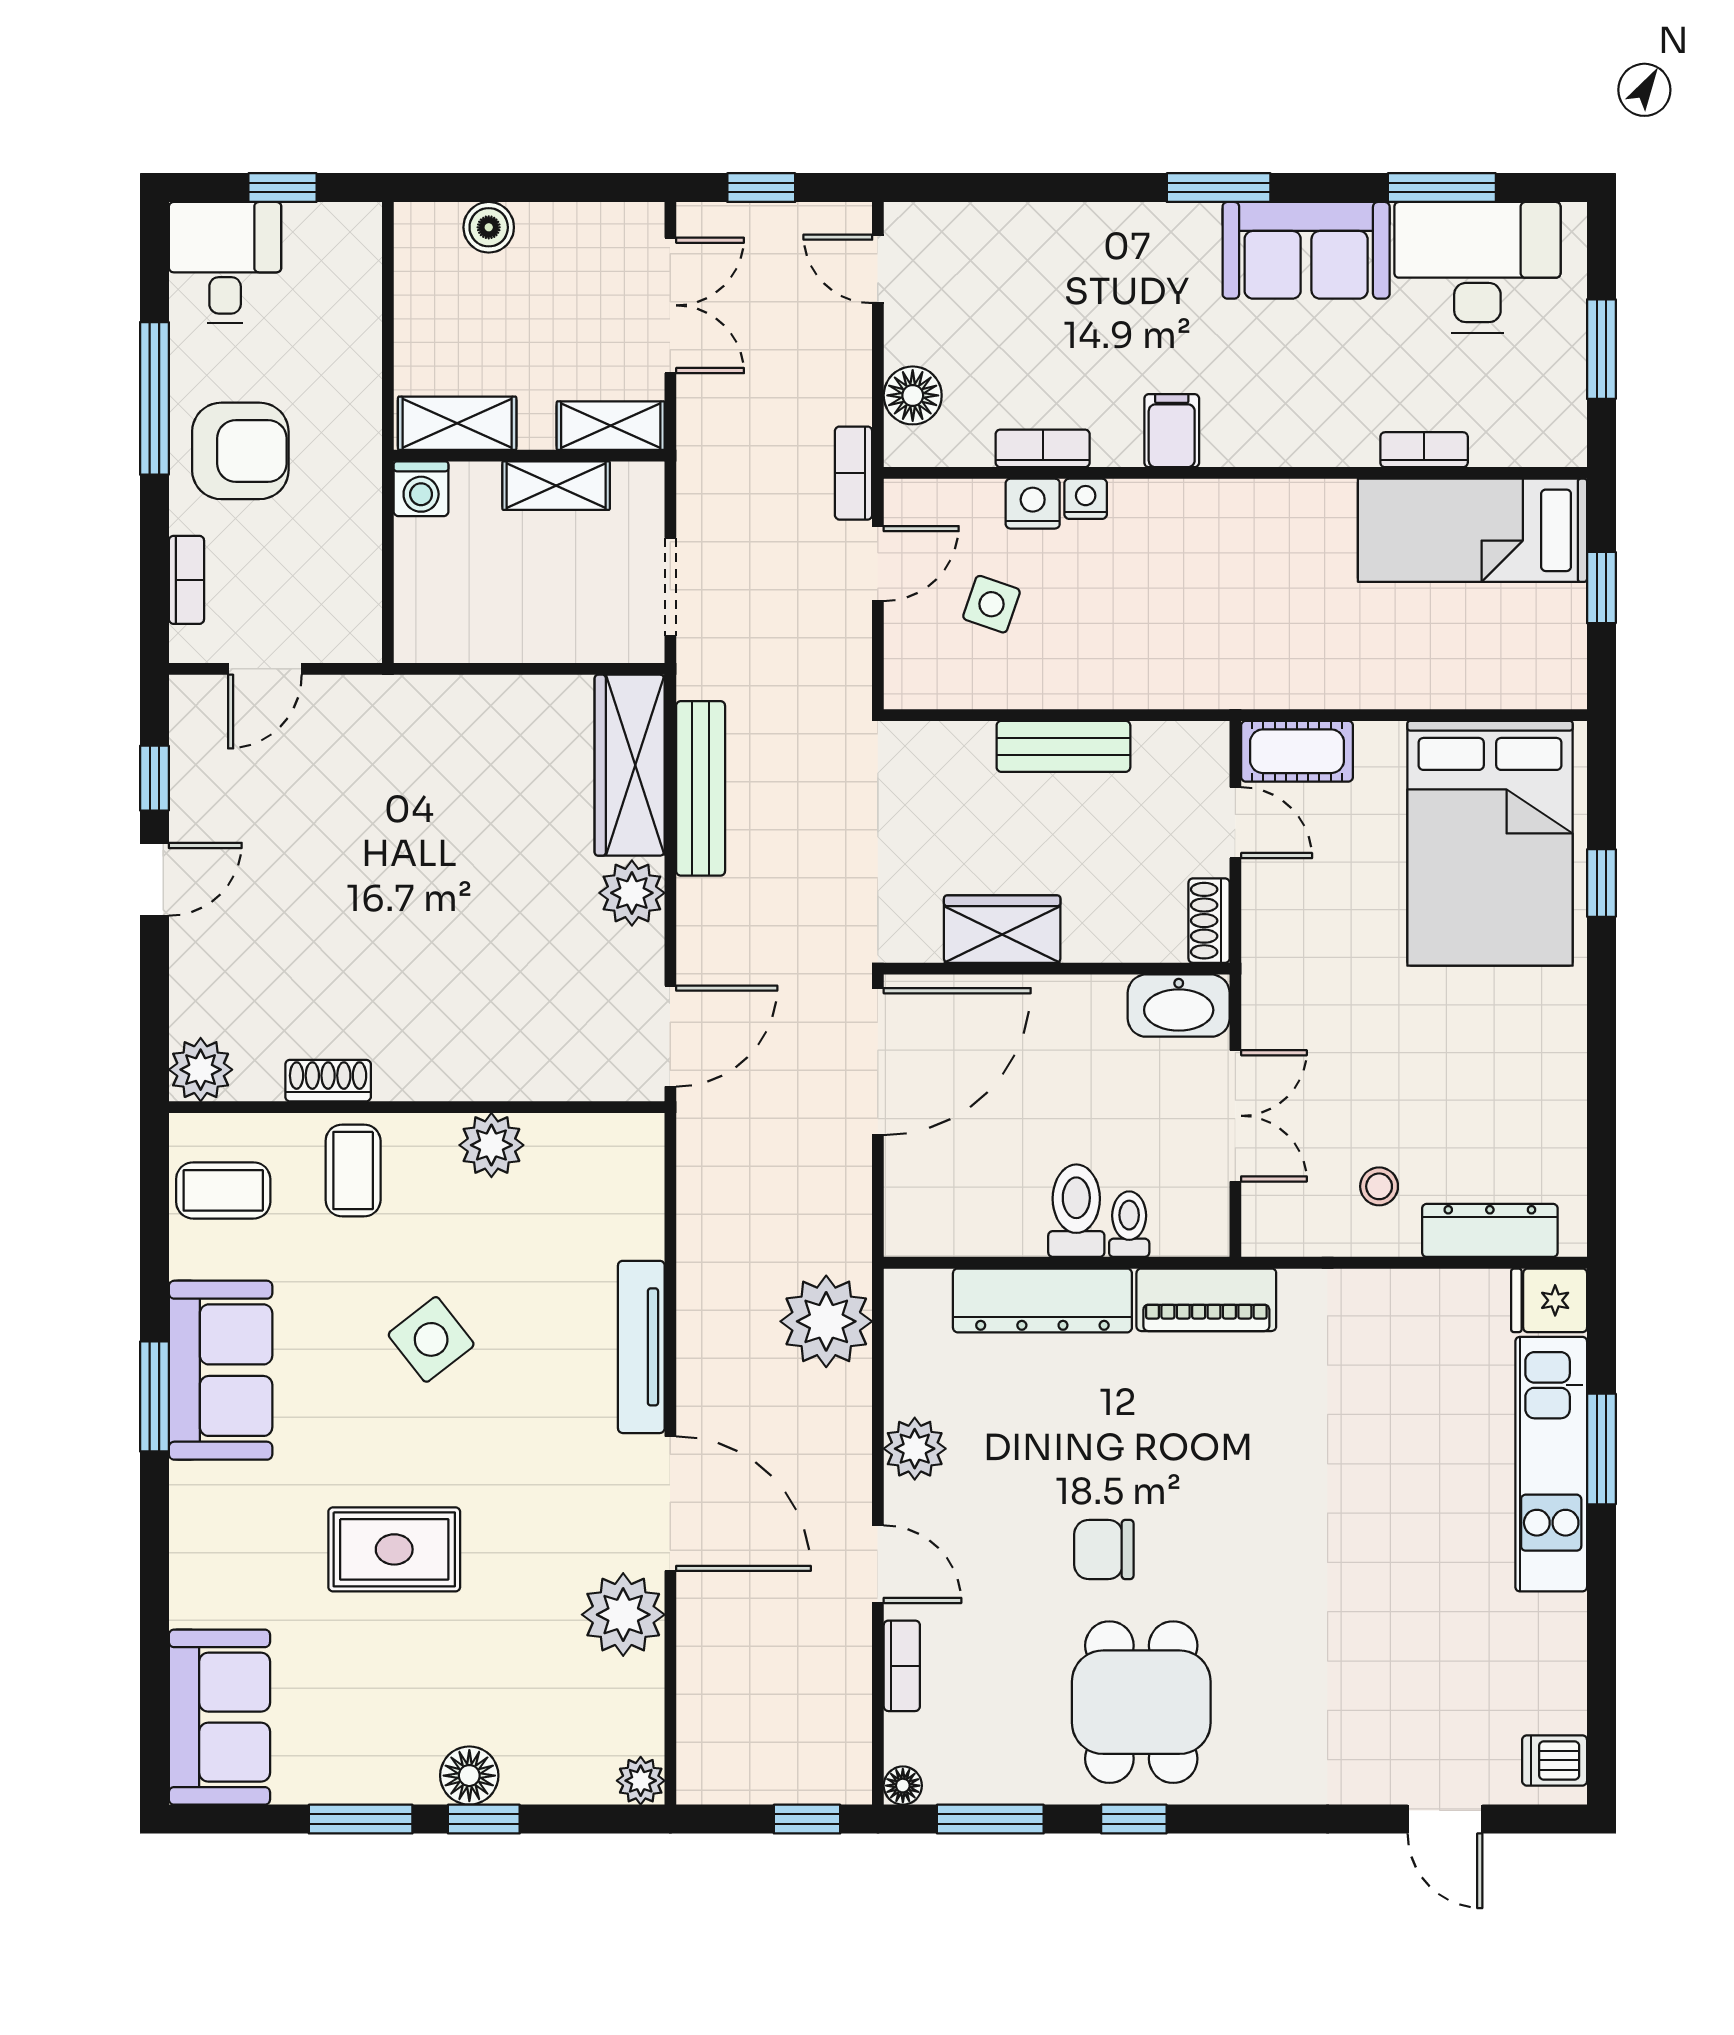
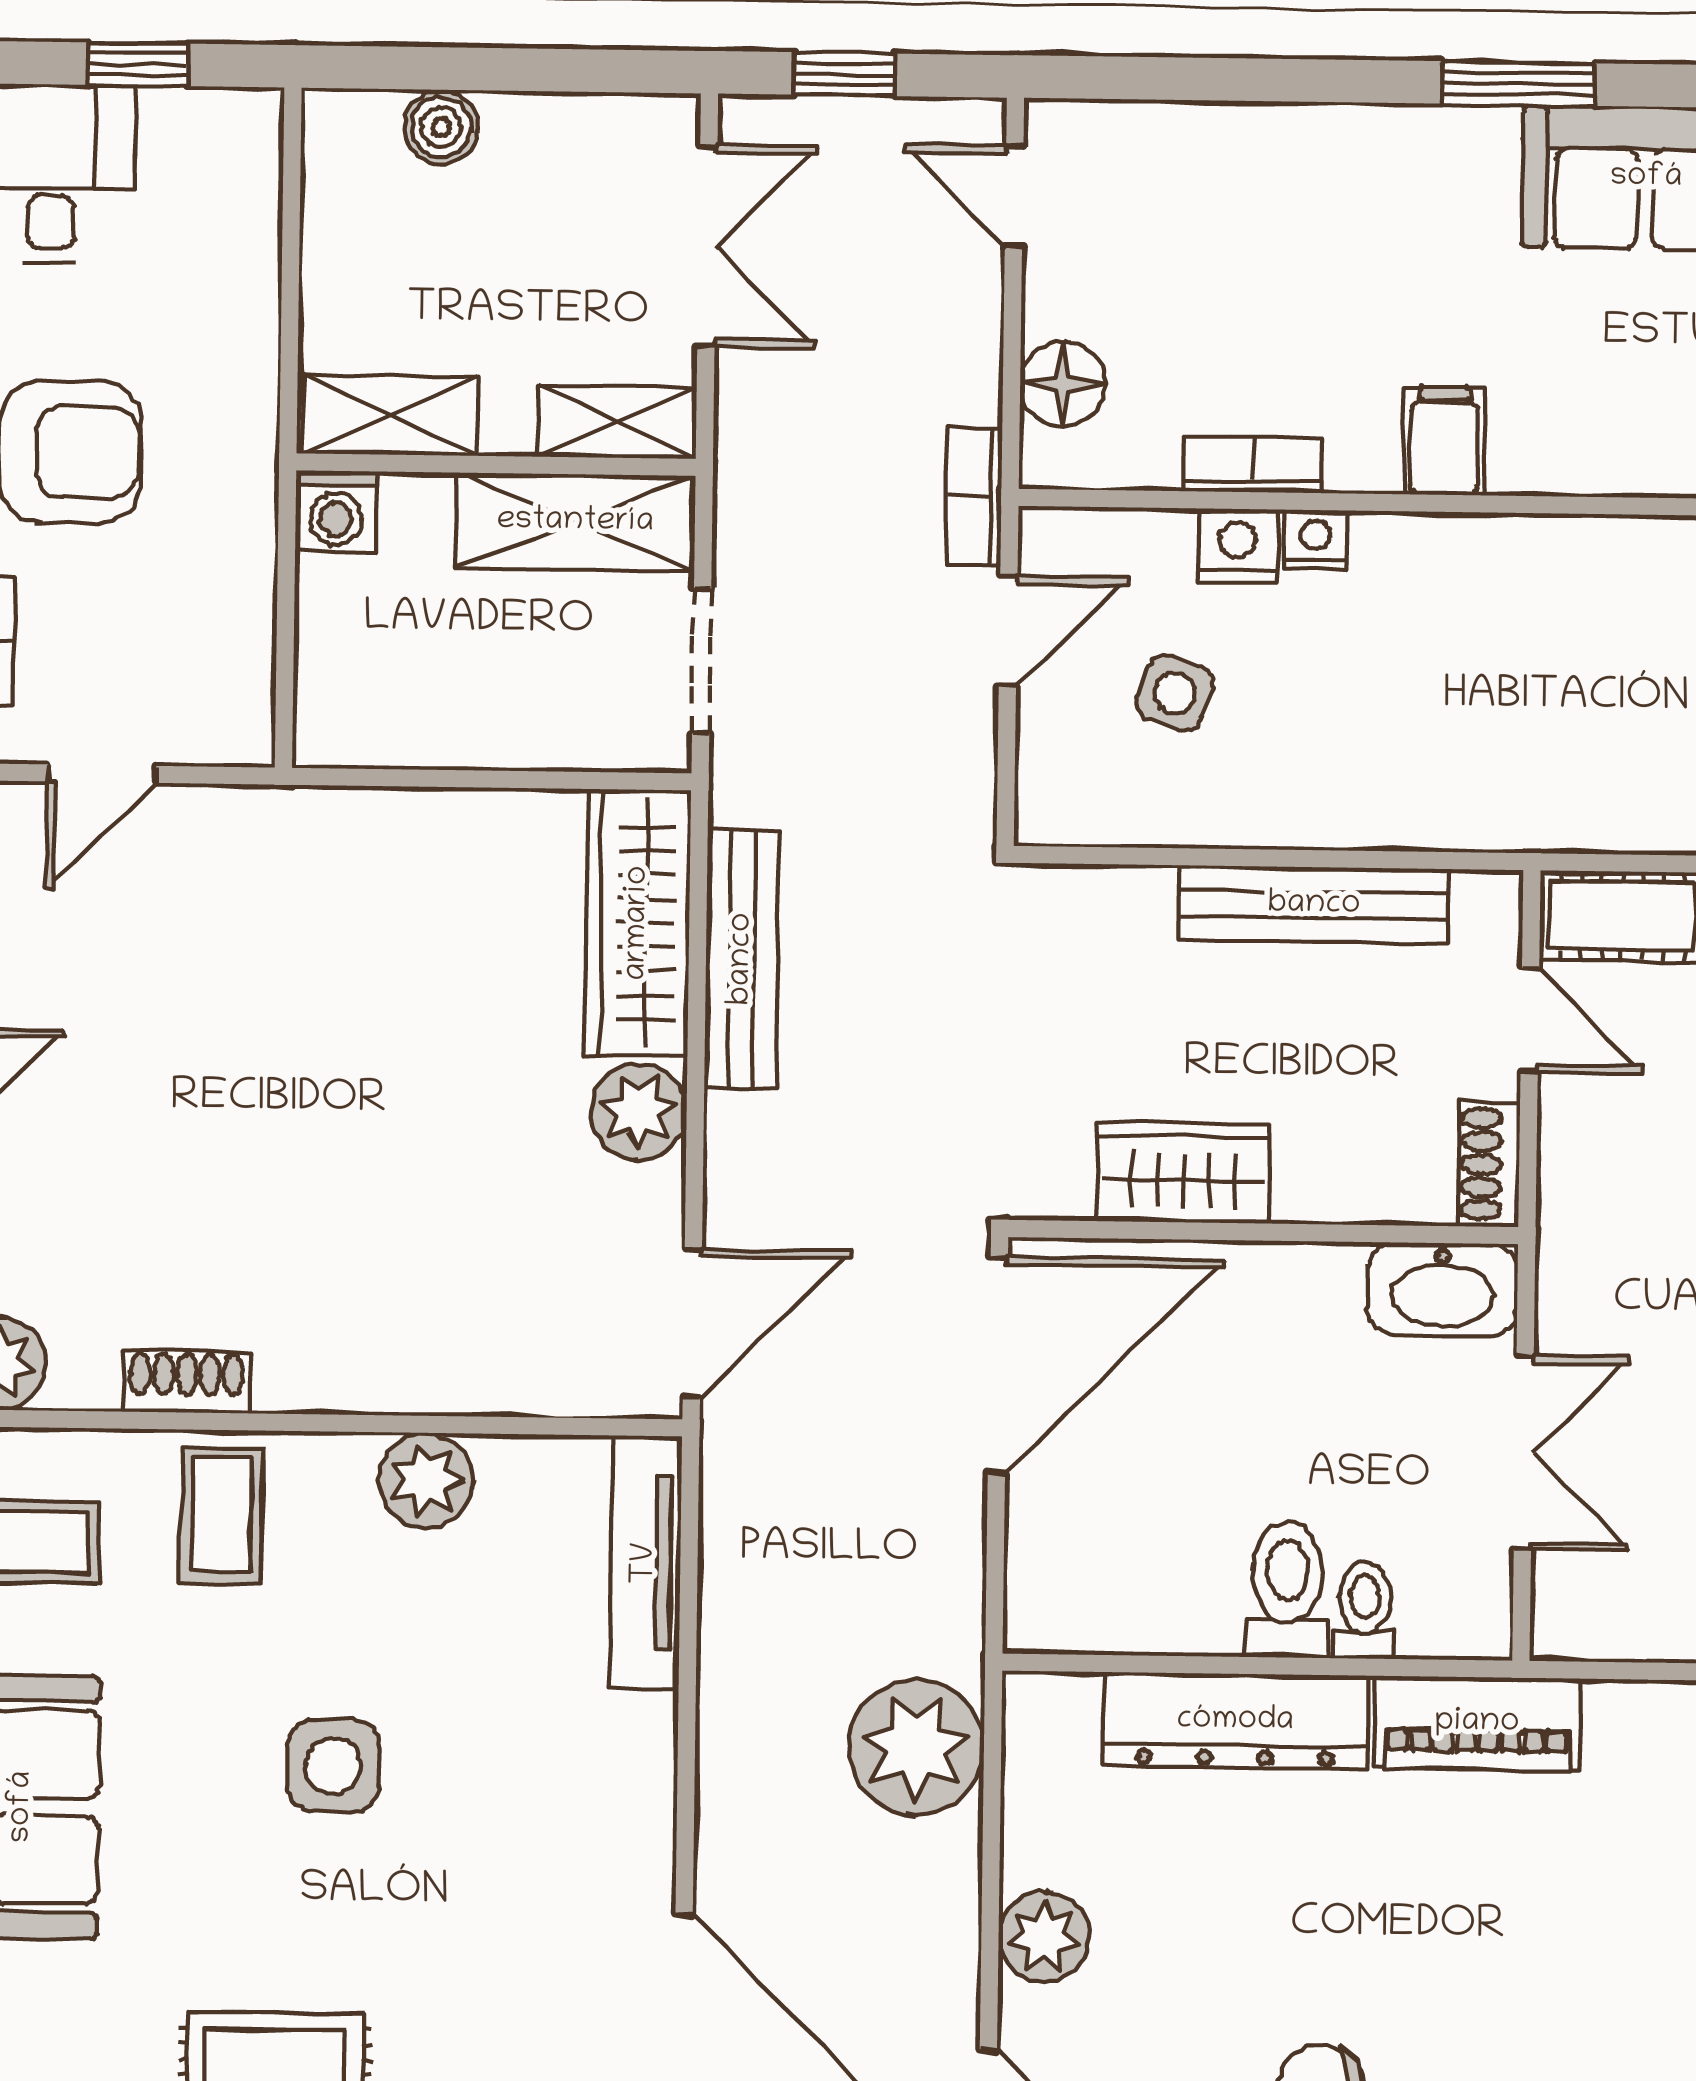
shelving: (556, 486) -> (575, 522), width x1.50, depth x1.33
bench: (1063, 746) -> (1314, 905), width x1.36
side table: (431, 1339) -> (333, 1766), turned 38
tv unit: (641, 1347) -> (646, 1563), moved

